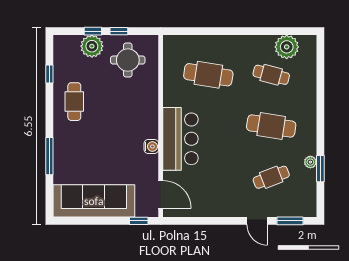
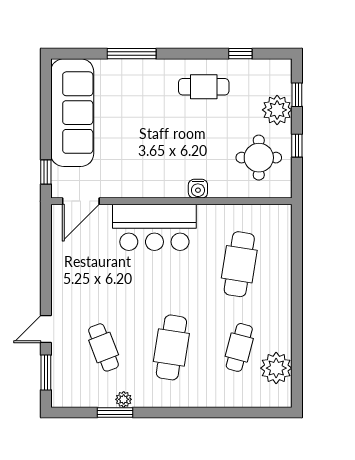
window: (93, 31) -> (297, 95), moved
water cooler: (151, 146) -> (198, 189), moved

